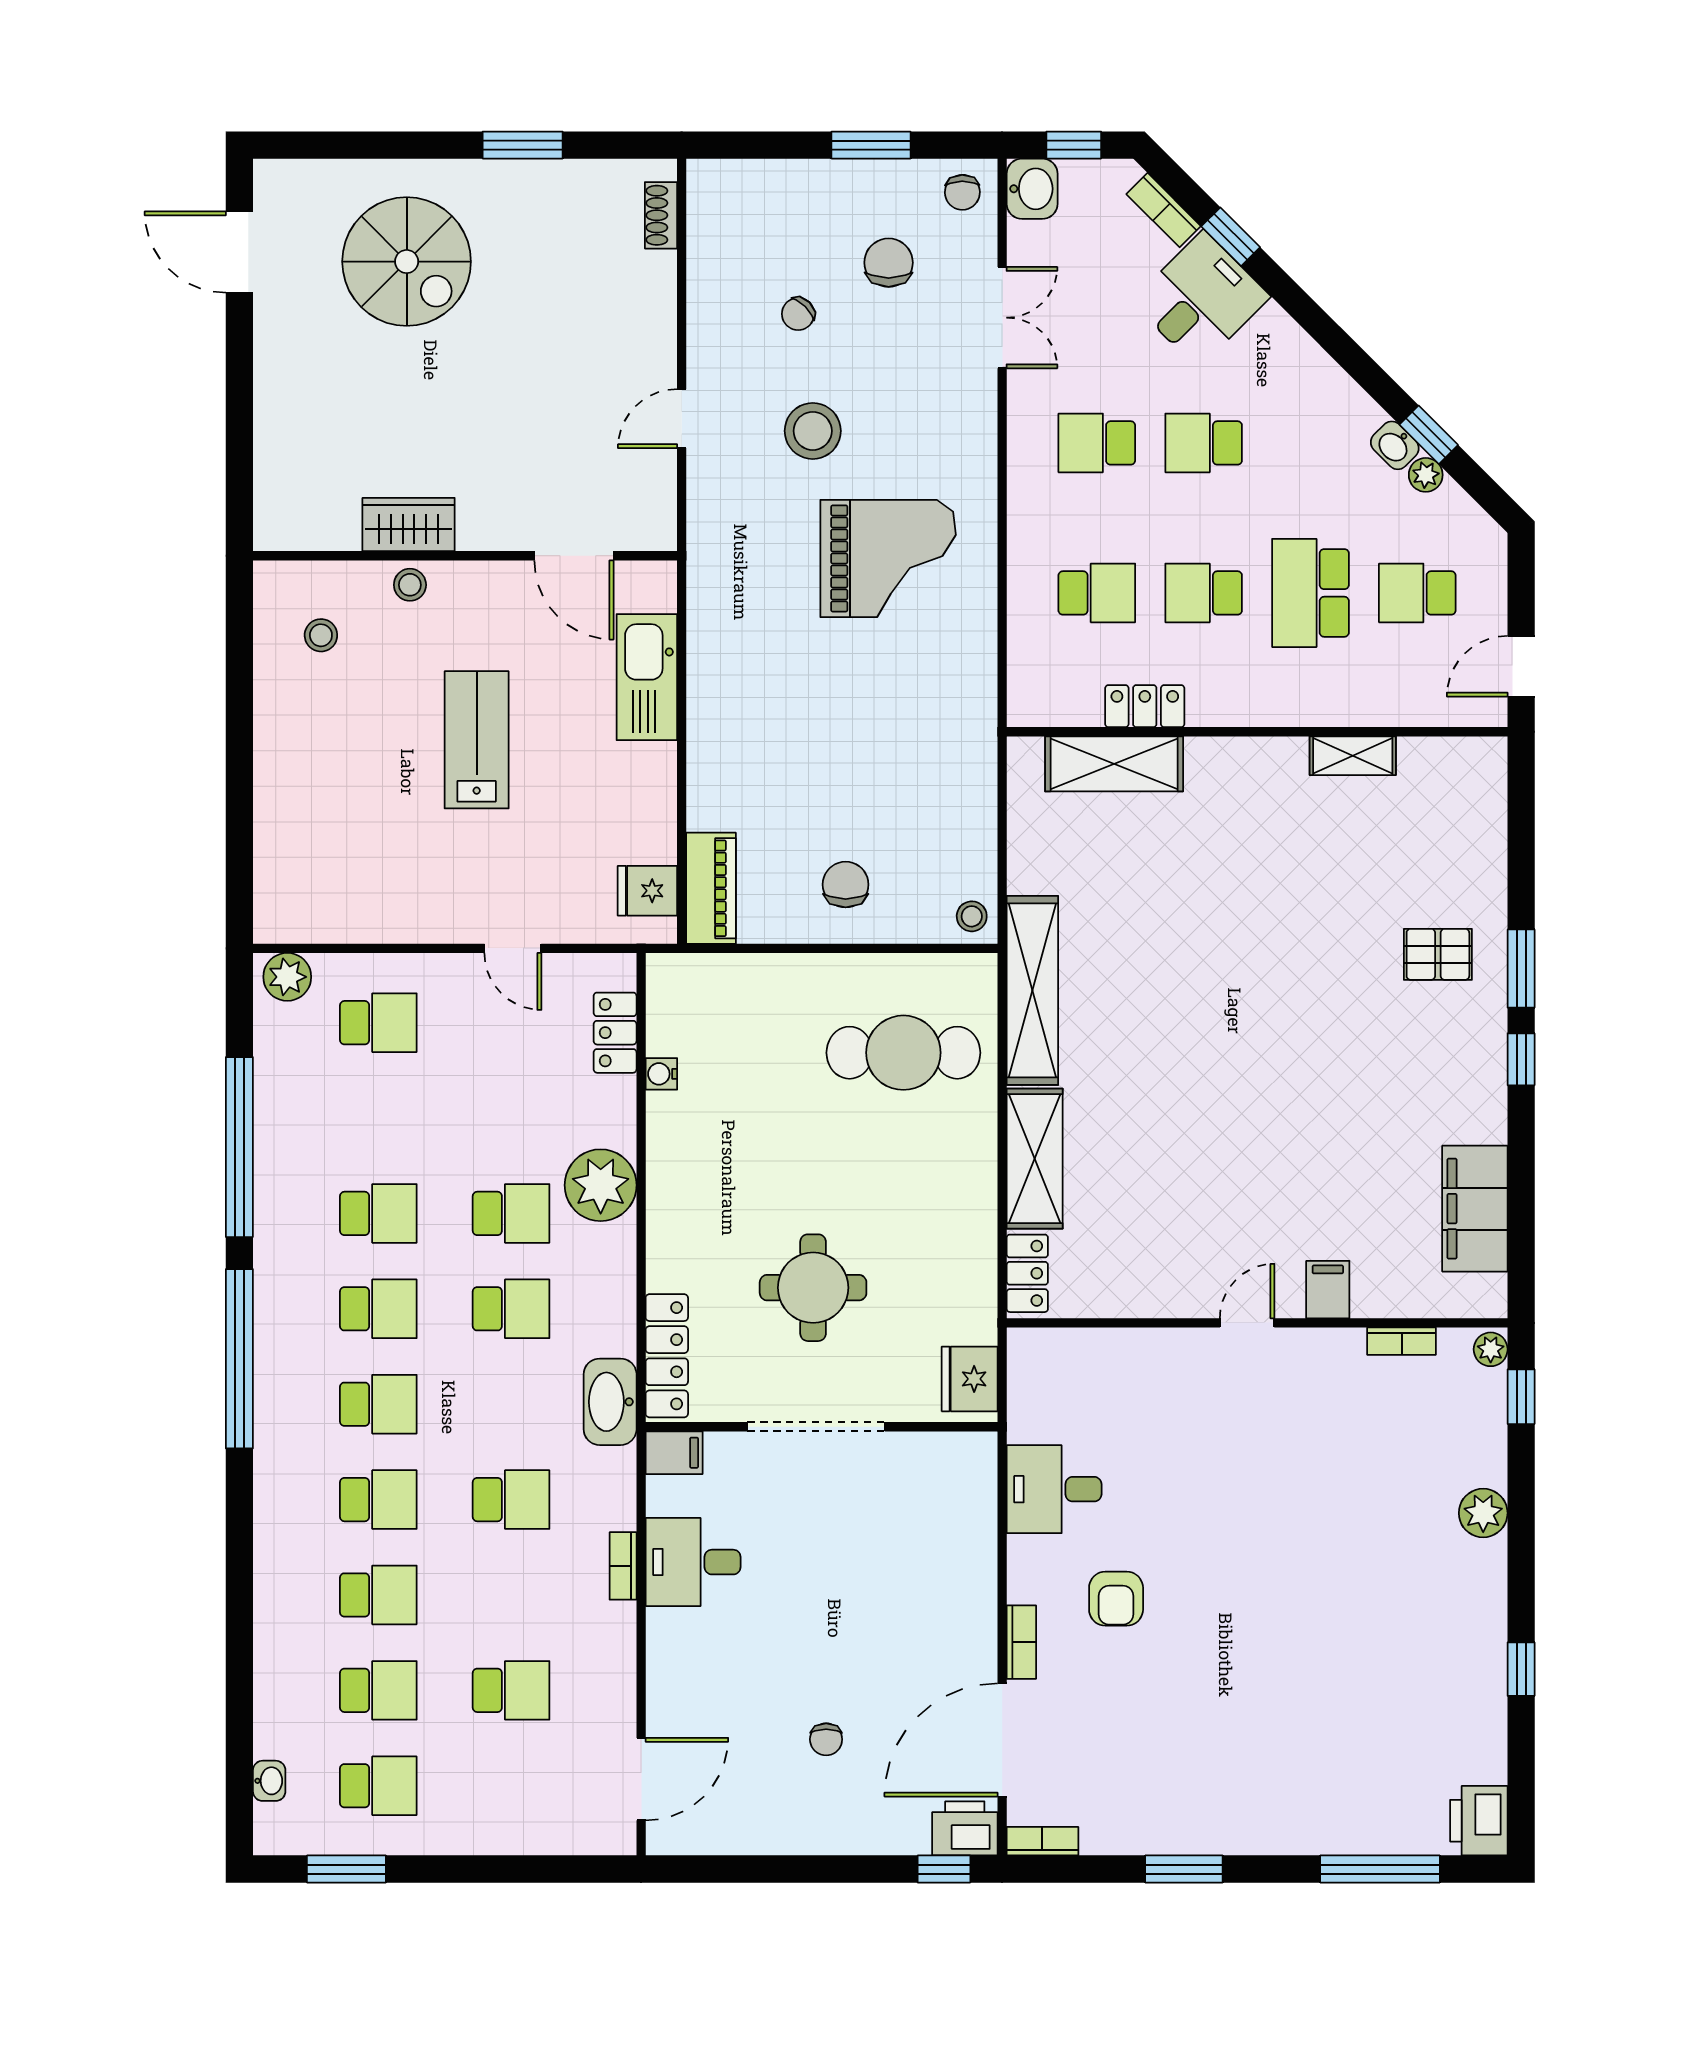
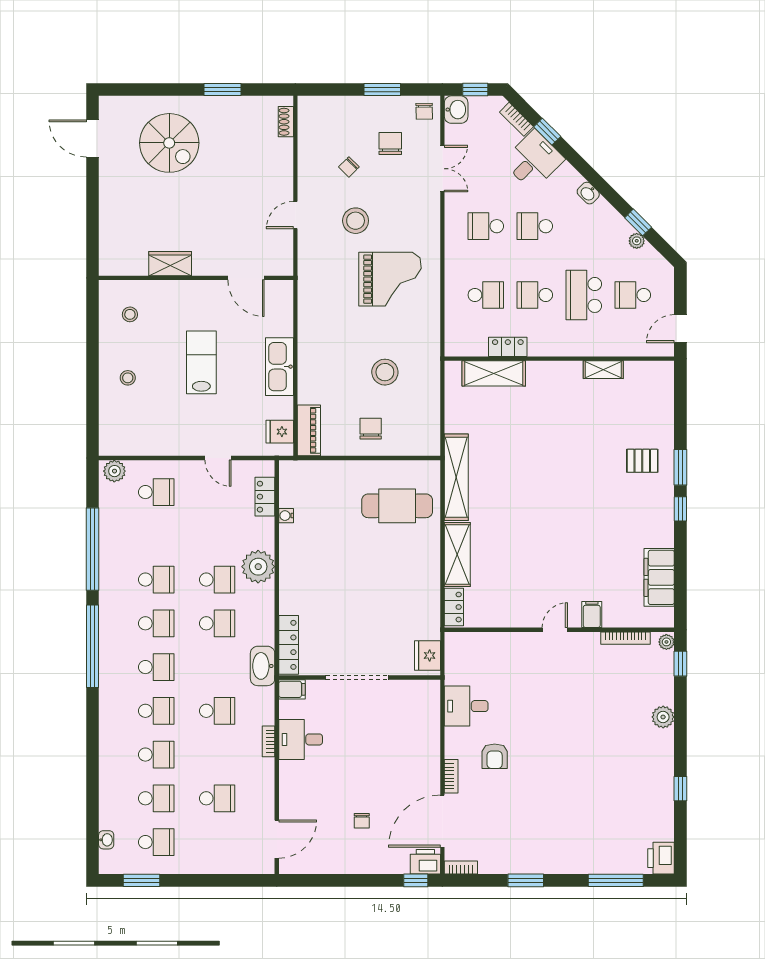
washbasin: (1395, 445) -> (588, 193), moved
stool: (410, 585) -> (128, 378), moved
kitchen sink: (647, 677) -> (279, 367), moved
stool: (972, 916) -> (385, 372), moved, width x1.89, depth x1.89
round table: (813, 1288) -> (356, 614), removed
bookcase: (1402, 1341) -> (626, 638), width x1.56

